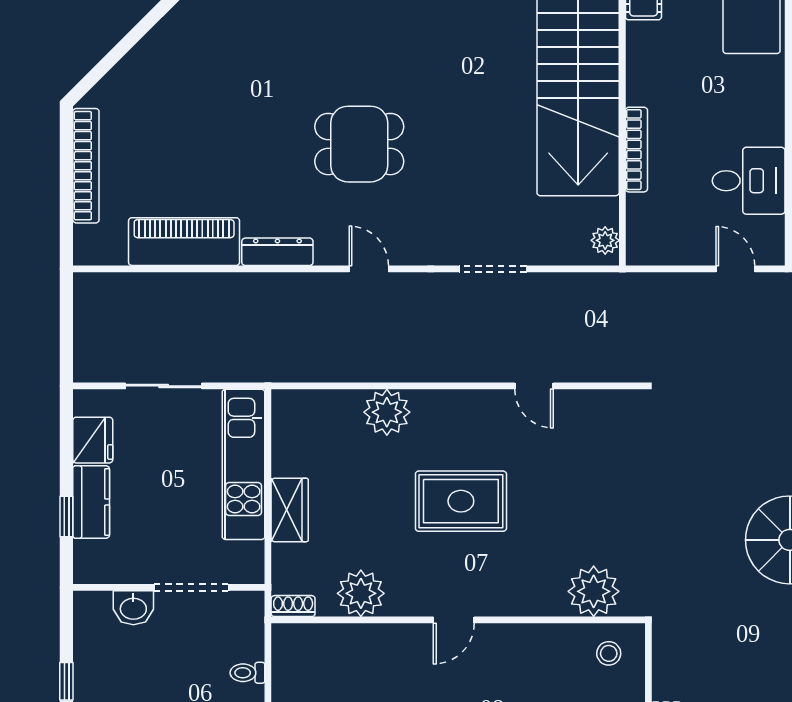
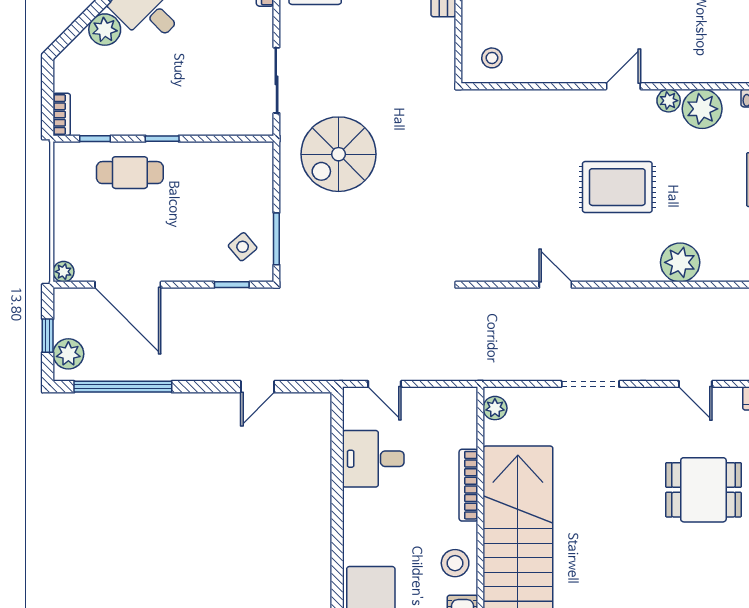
stool: (652, 58) -> (455, 563), added
plant: (594, 591) -> (669, 101), moved, width x0.53, depth x0.53

